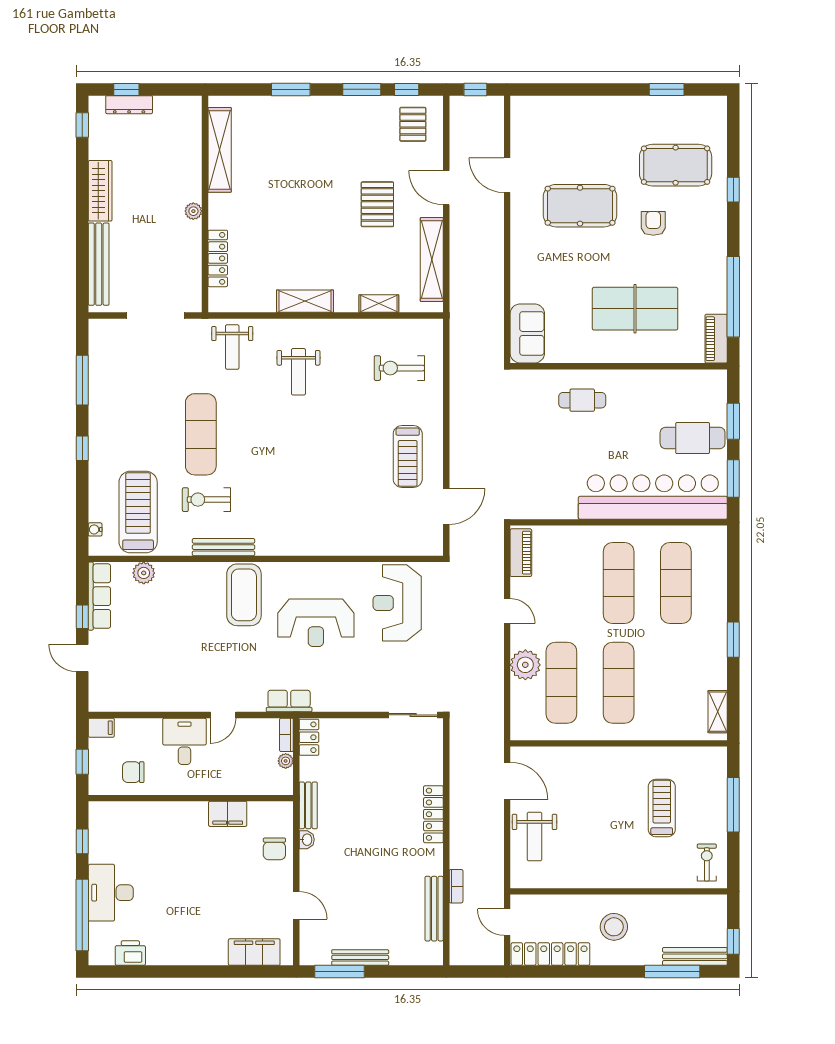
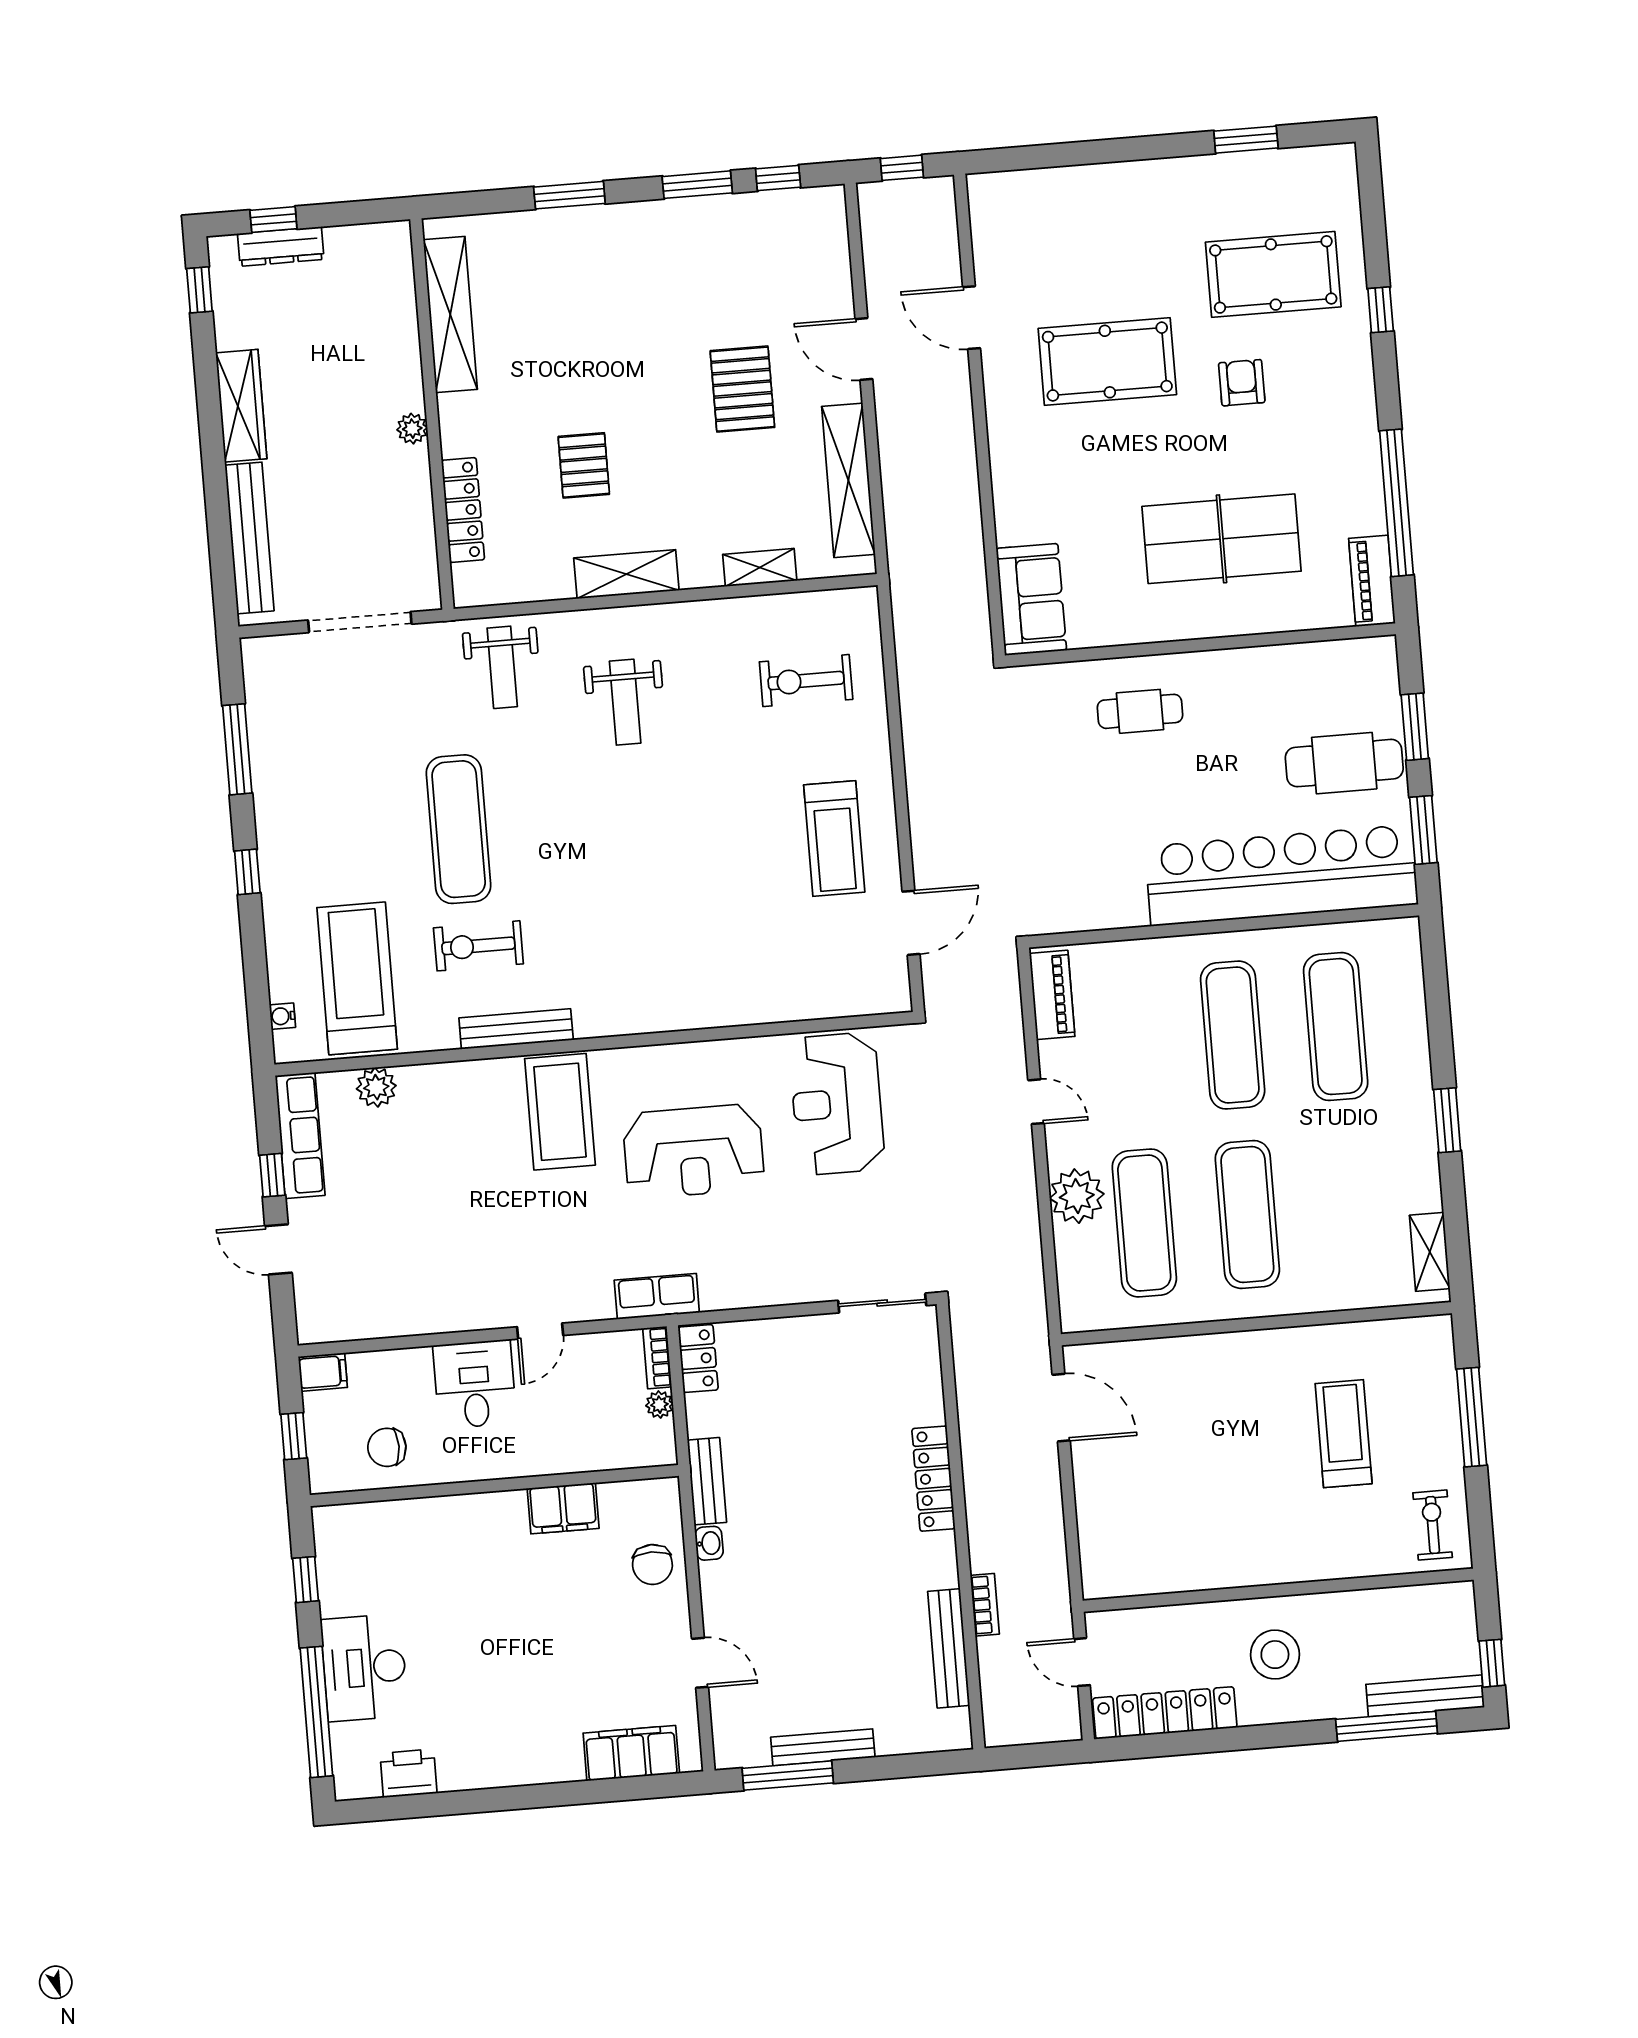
pallet: (413, 124) -> (584, 465), moved
weight bench: (534, 837) -> (1119, 1504), removed

